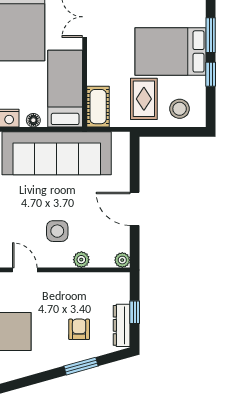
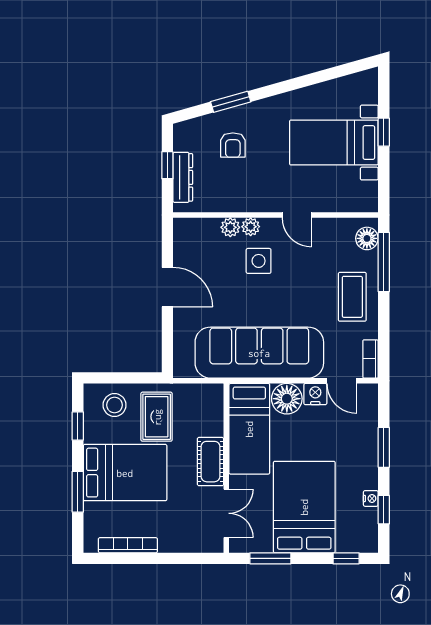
window: (211, 74) -> (78, 426), moved
cot: (98, 107) -> (210, 462), moved
floor lamp: (33, 120) -> (287, 399), width x1.89, depth x1.89
plant: (122, 260) -> (251, 227), moved
dresser: (122, 325) -> (183, 177), moved

